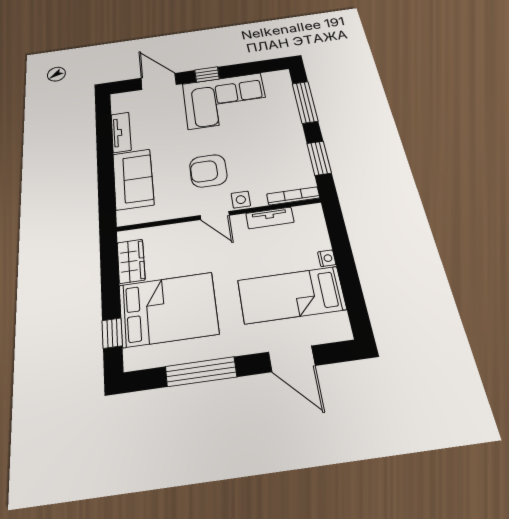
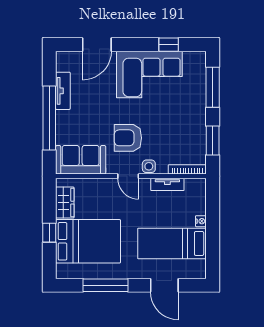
window: (207, 74) -> (169, 45), moved
door: (159, 81) -> (97, 45), swing flipped
window: (105, 163) -> (49, 118), added
sofa: (133, 179) -> (81, 160), moved, turned -90
window: (112, 333) -> (49, 233), moved

